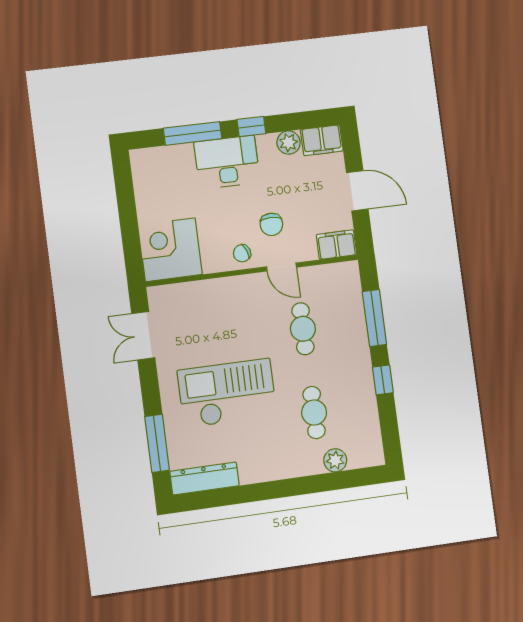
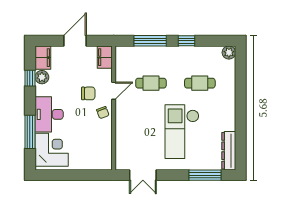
window: (251, 126) -> (30, 78), moved
corner desk: (170, 250) -> (52, 150), moved, turned 180
plant: (335, 460) -> (229, 53), moved

